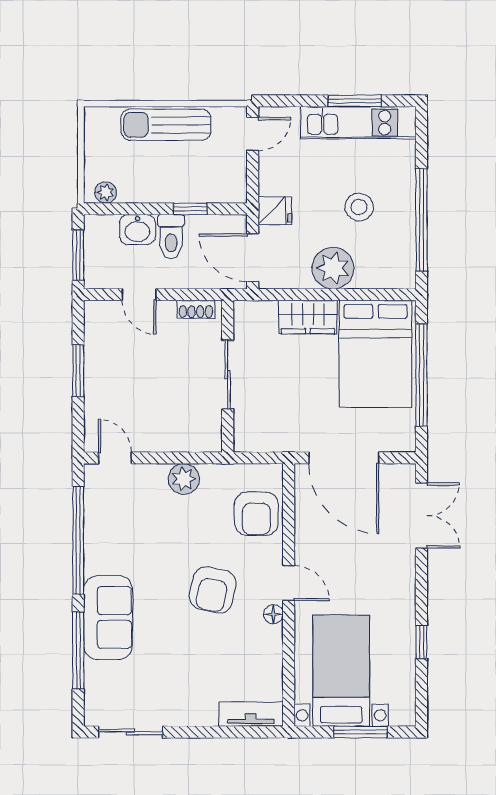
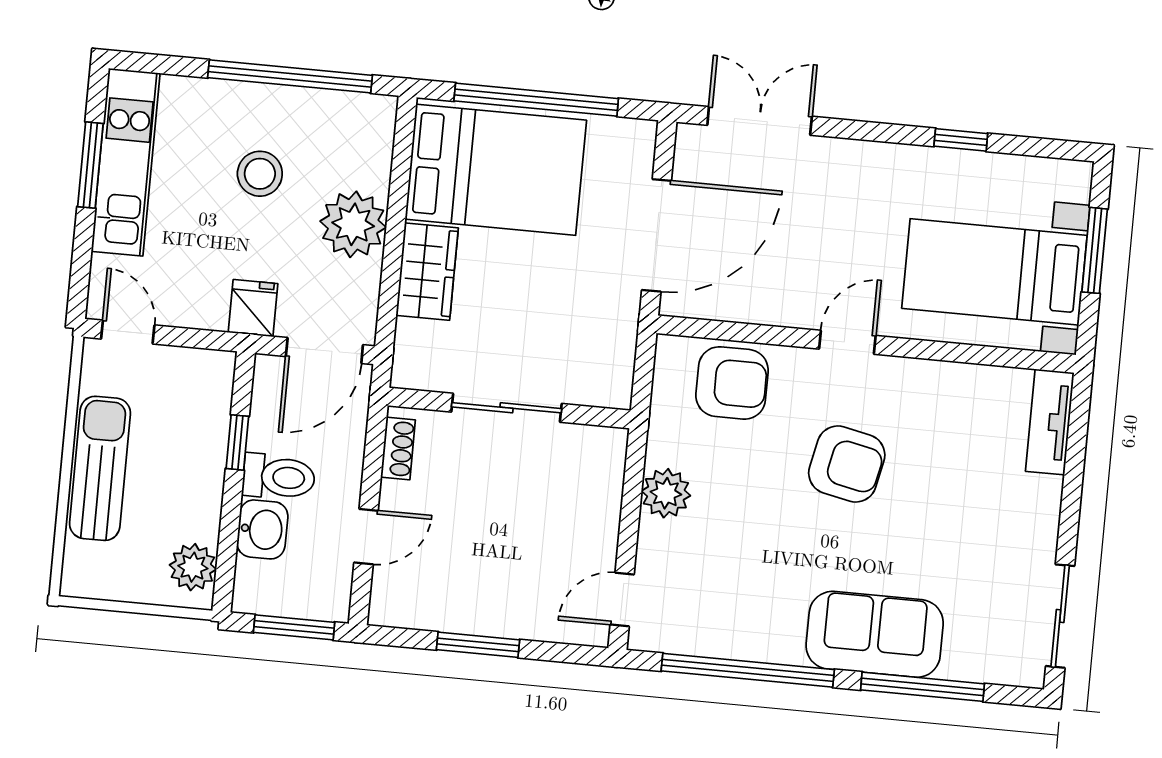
sun lounger: (166, 125) -> (100, 468), turned 180
plant: (106, 192) -> (193, 567), width x1.38, depth x1.38
floor lamp: (273, 614) -> (894, 371), removed

